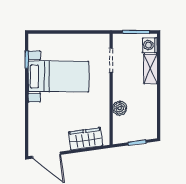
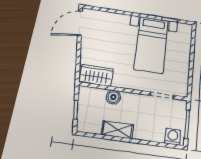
shelving: (150, 69) -> (117, 130), moved
wardrobe: (86, 139) -> (96, 75), moved, turned -82

